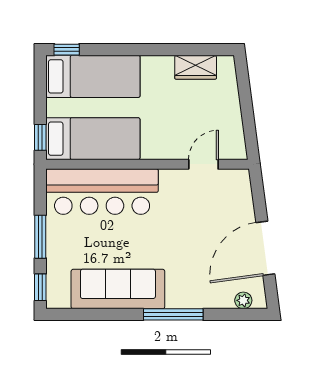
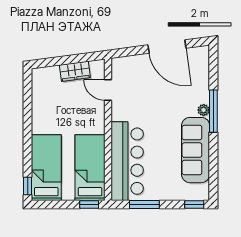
wardrobe: (196, 67) -> (75, 71), moved, turned 82
window: (40, 237) -> (144, 205), moved
plant: (243, 300) -> (204, 110), moved

